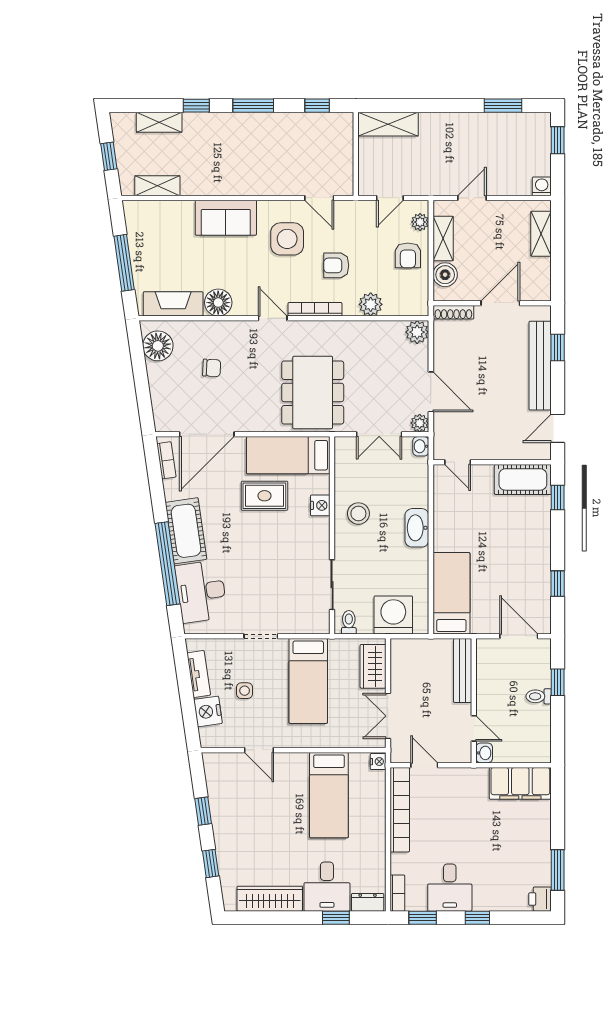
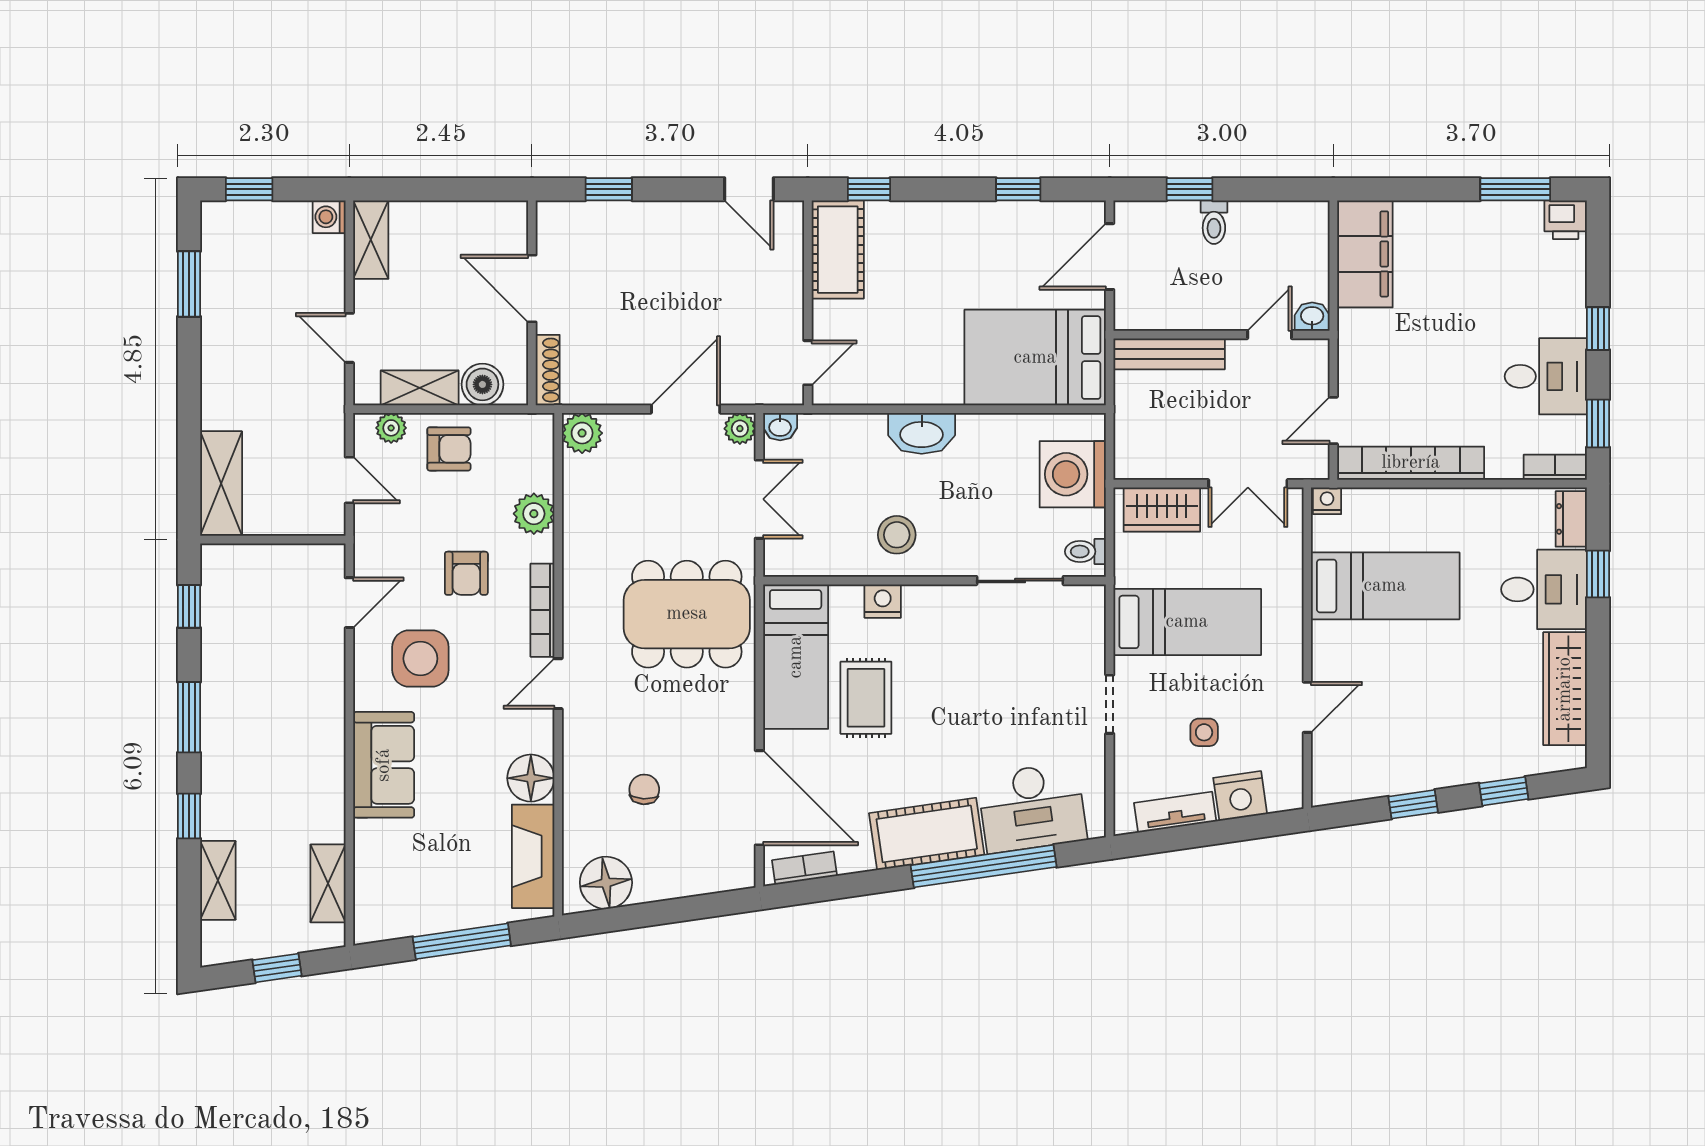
shelving: (541, 234) -> (371, 240), moved, turned 90
bench: (540, 366) -> (640, 220), removed
bed: (451, 593) -> (1035, 358), width x1.50

